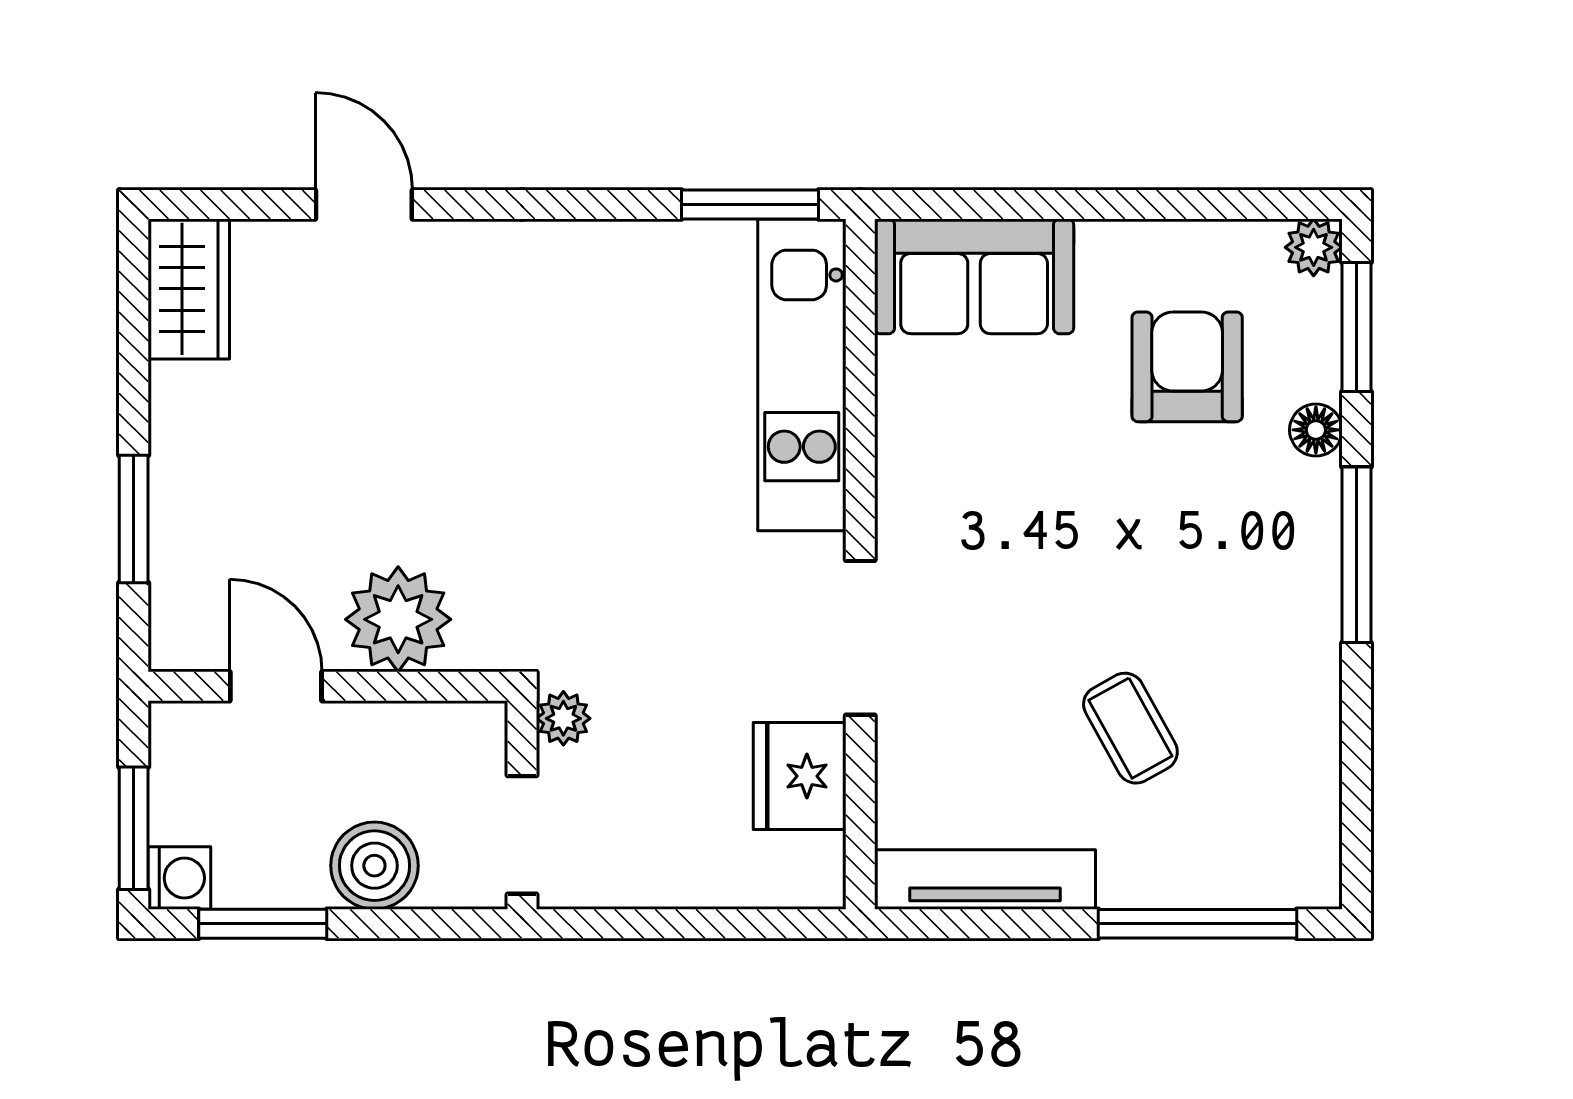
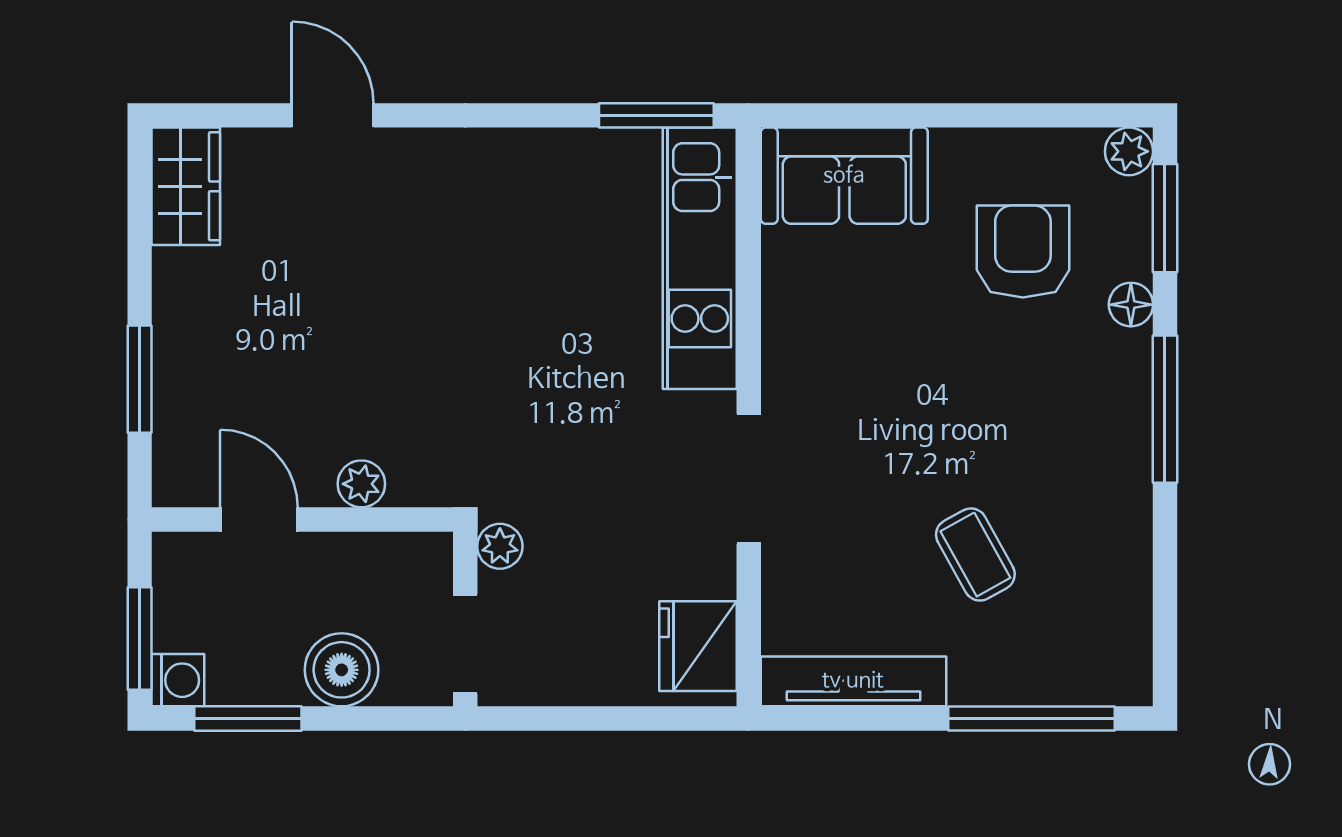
plant: (398, 619) -> (361, 484), width x0.53, depth x0.53
fridge: (800, 776) -> (698, 646), moved

